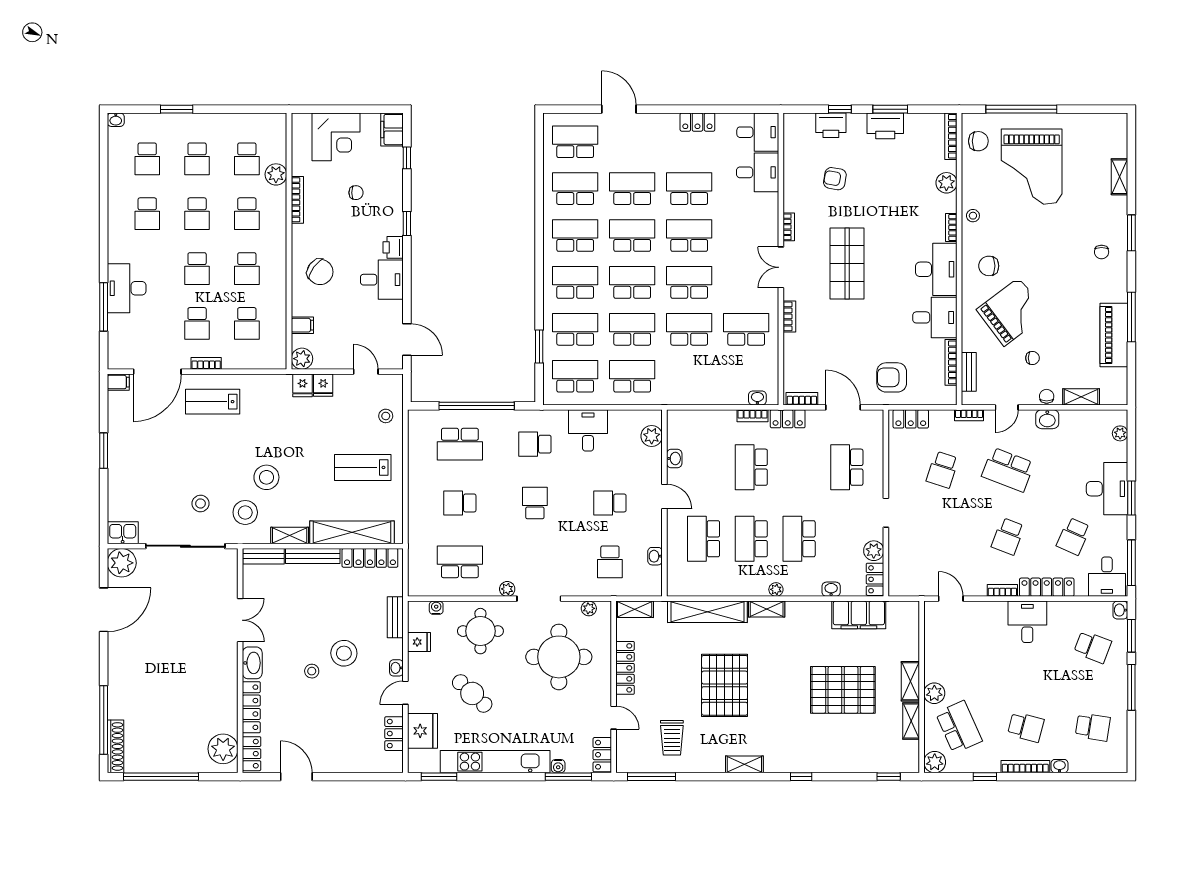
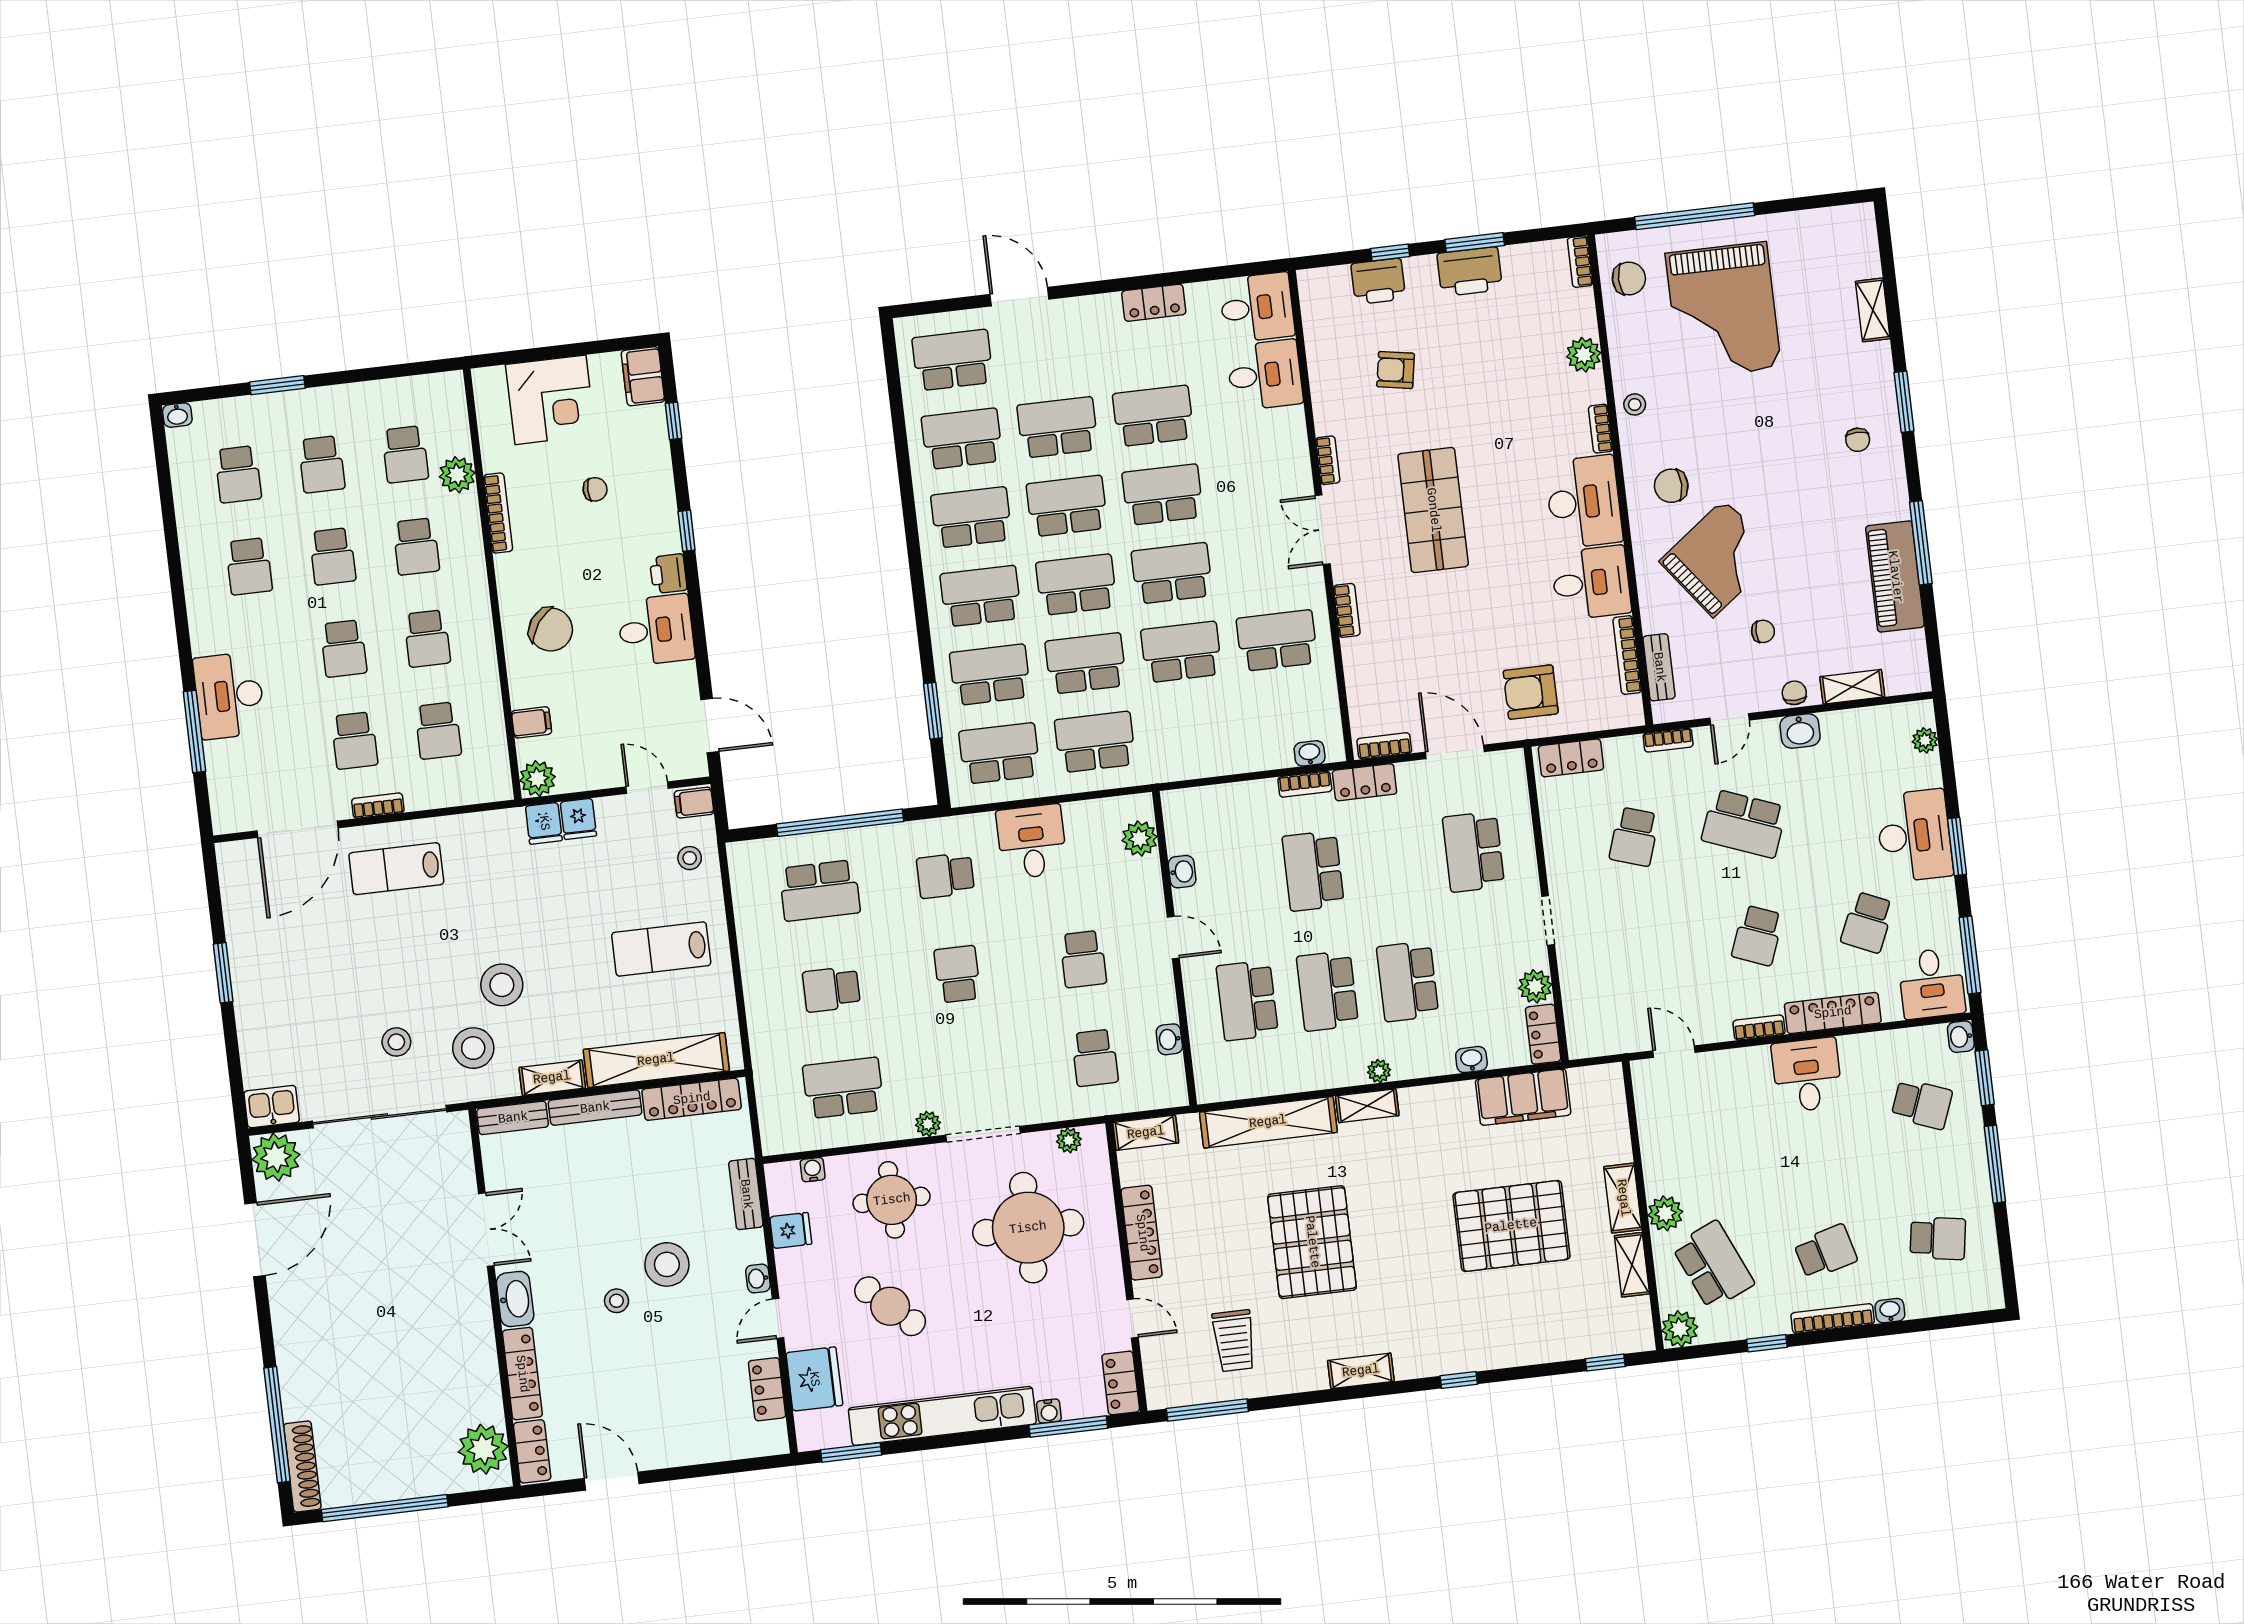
bookcase: (951, 136) -> (1580, 262), width x0.64
filing cabinet: (118, 382) -> (694, 803), moved, turned 180
school desk: (610, 503) -> (1083, 959), turned -90
school desk: (1026, 727) -> (1826, 1252), turned -30

